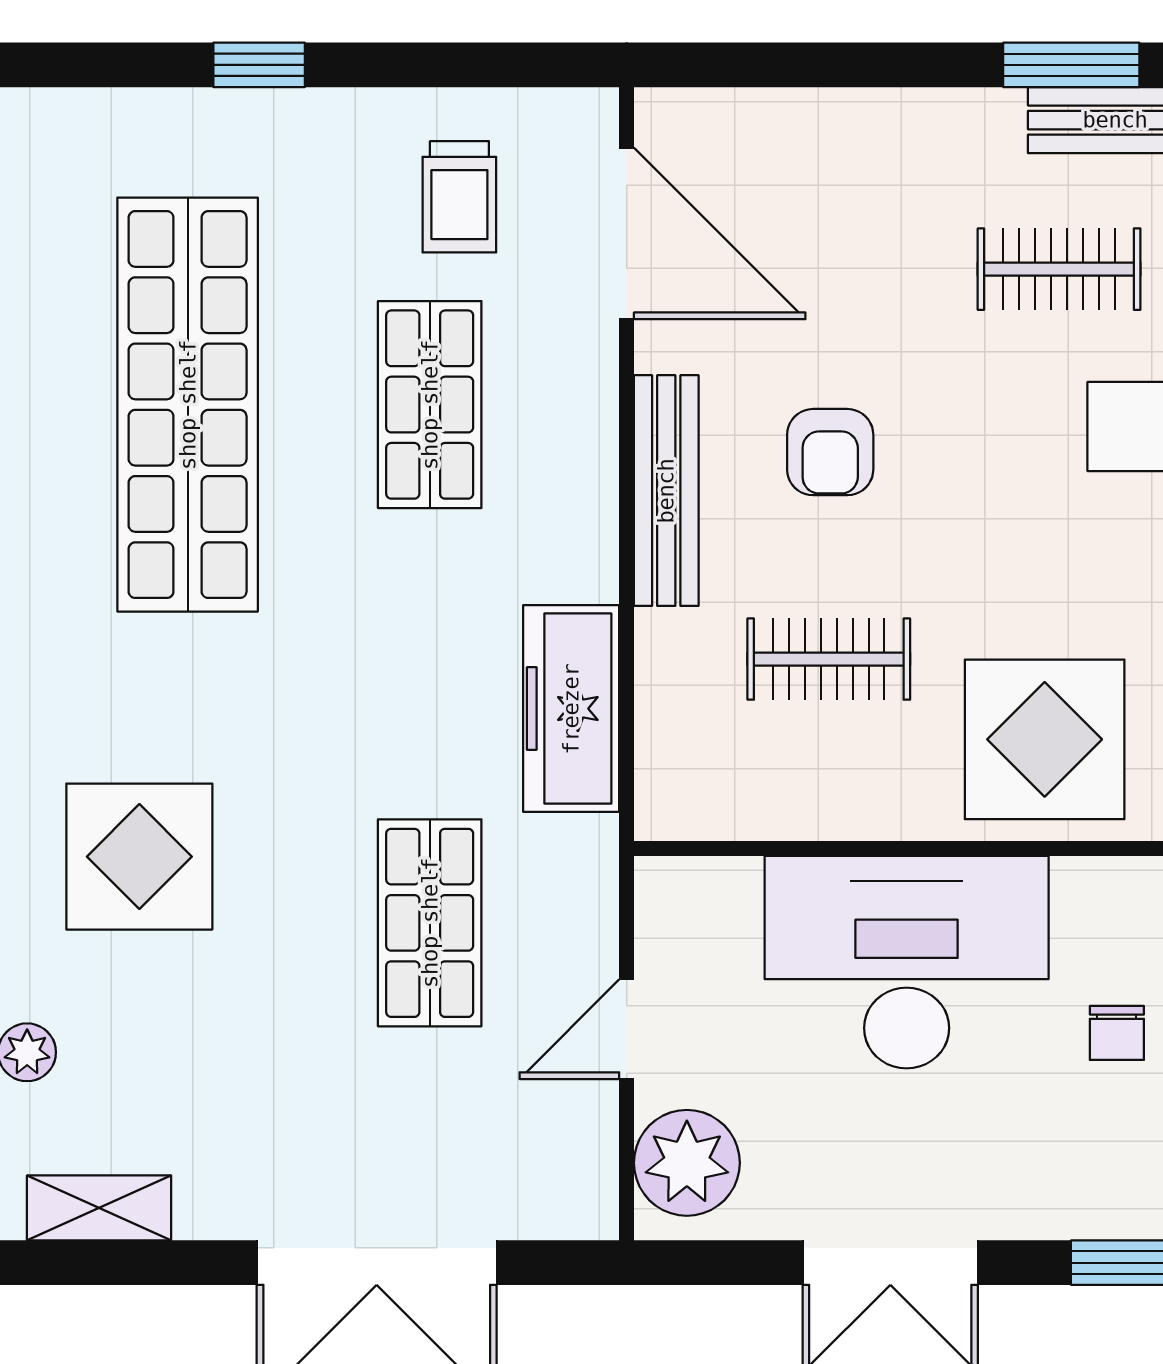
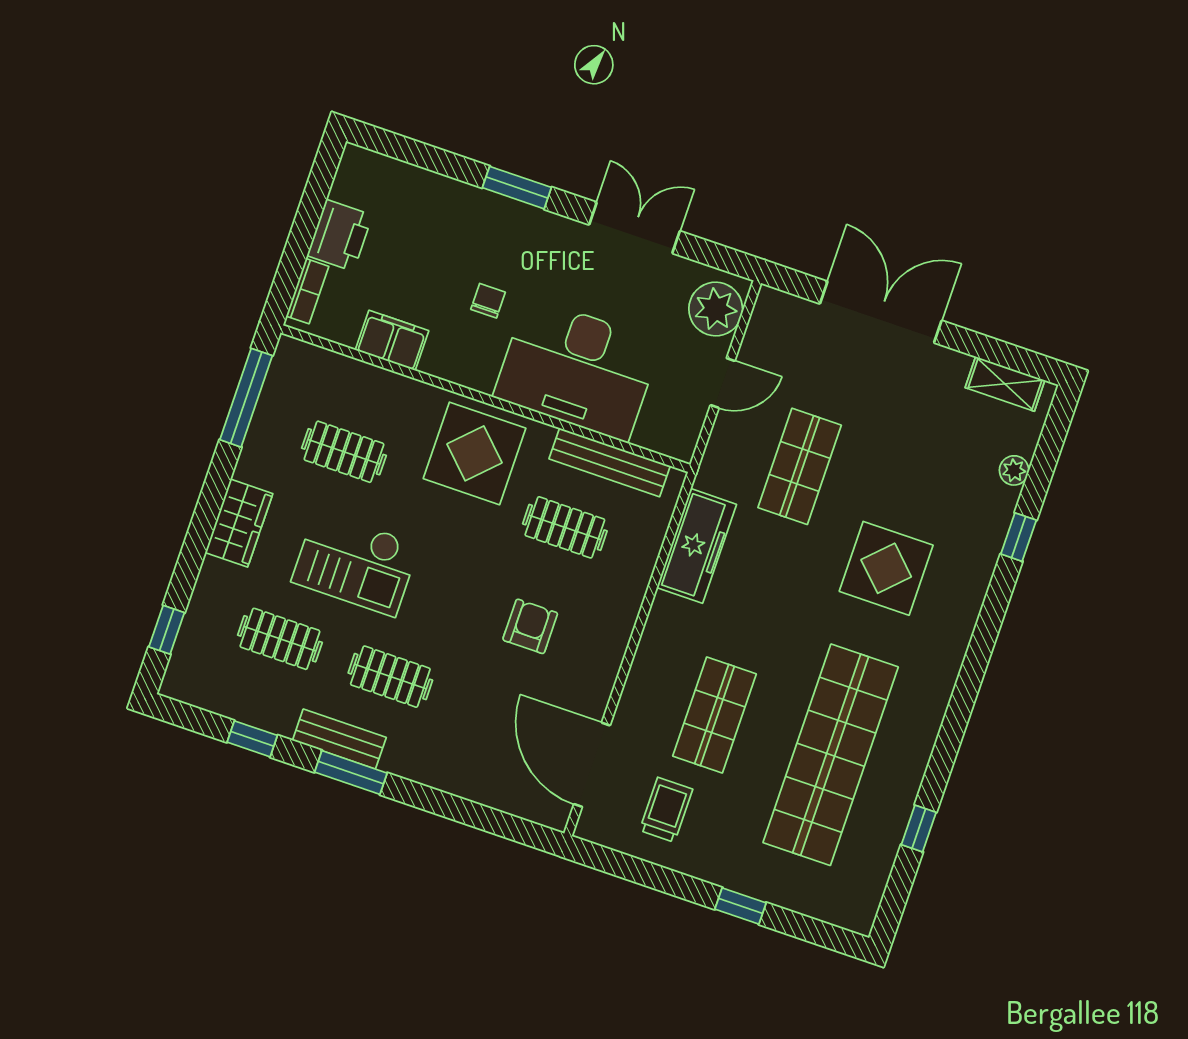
bench: (666, 491) -> (610, 462), moved, turned 90
display table: (139, 857) -> (886, 568), moved

